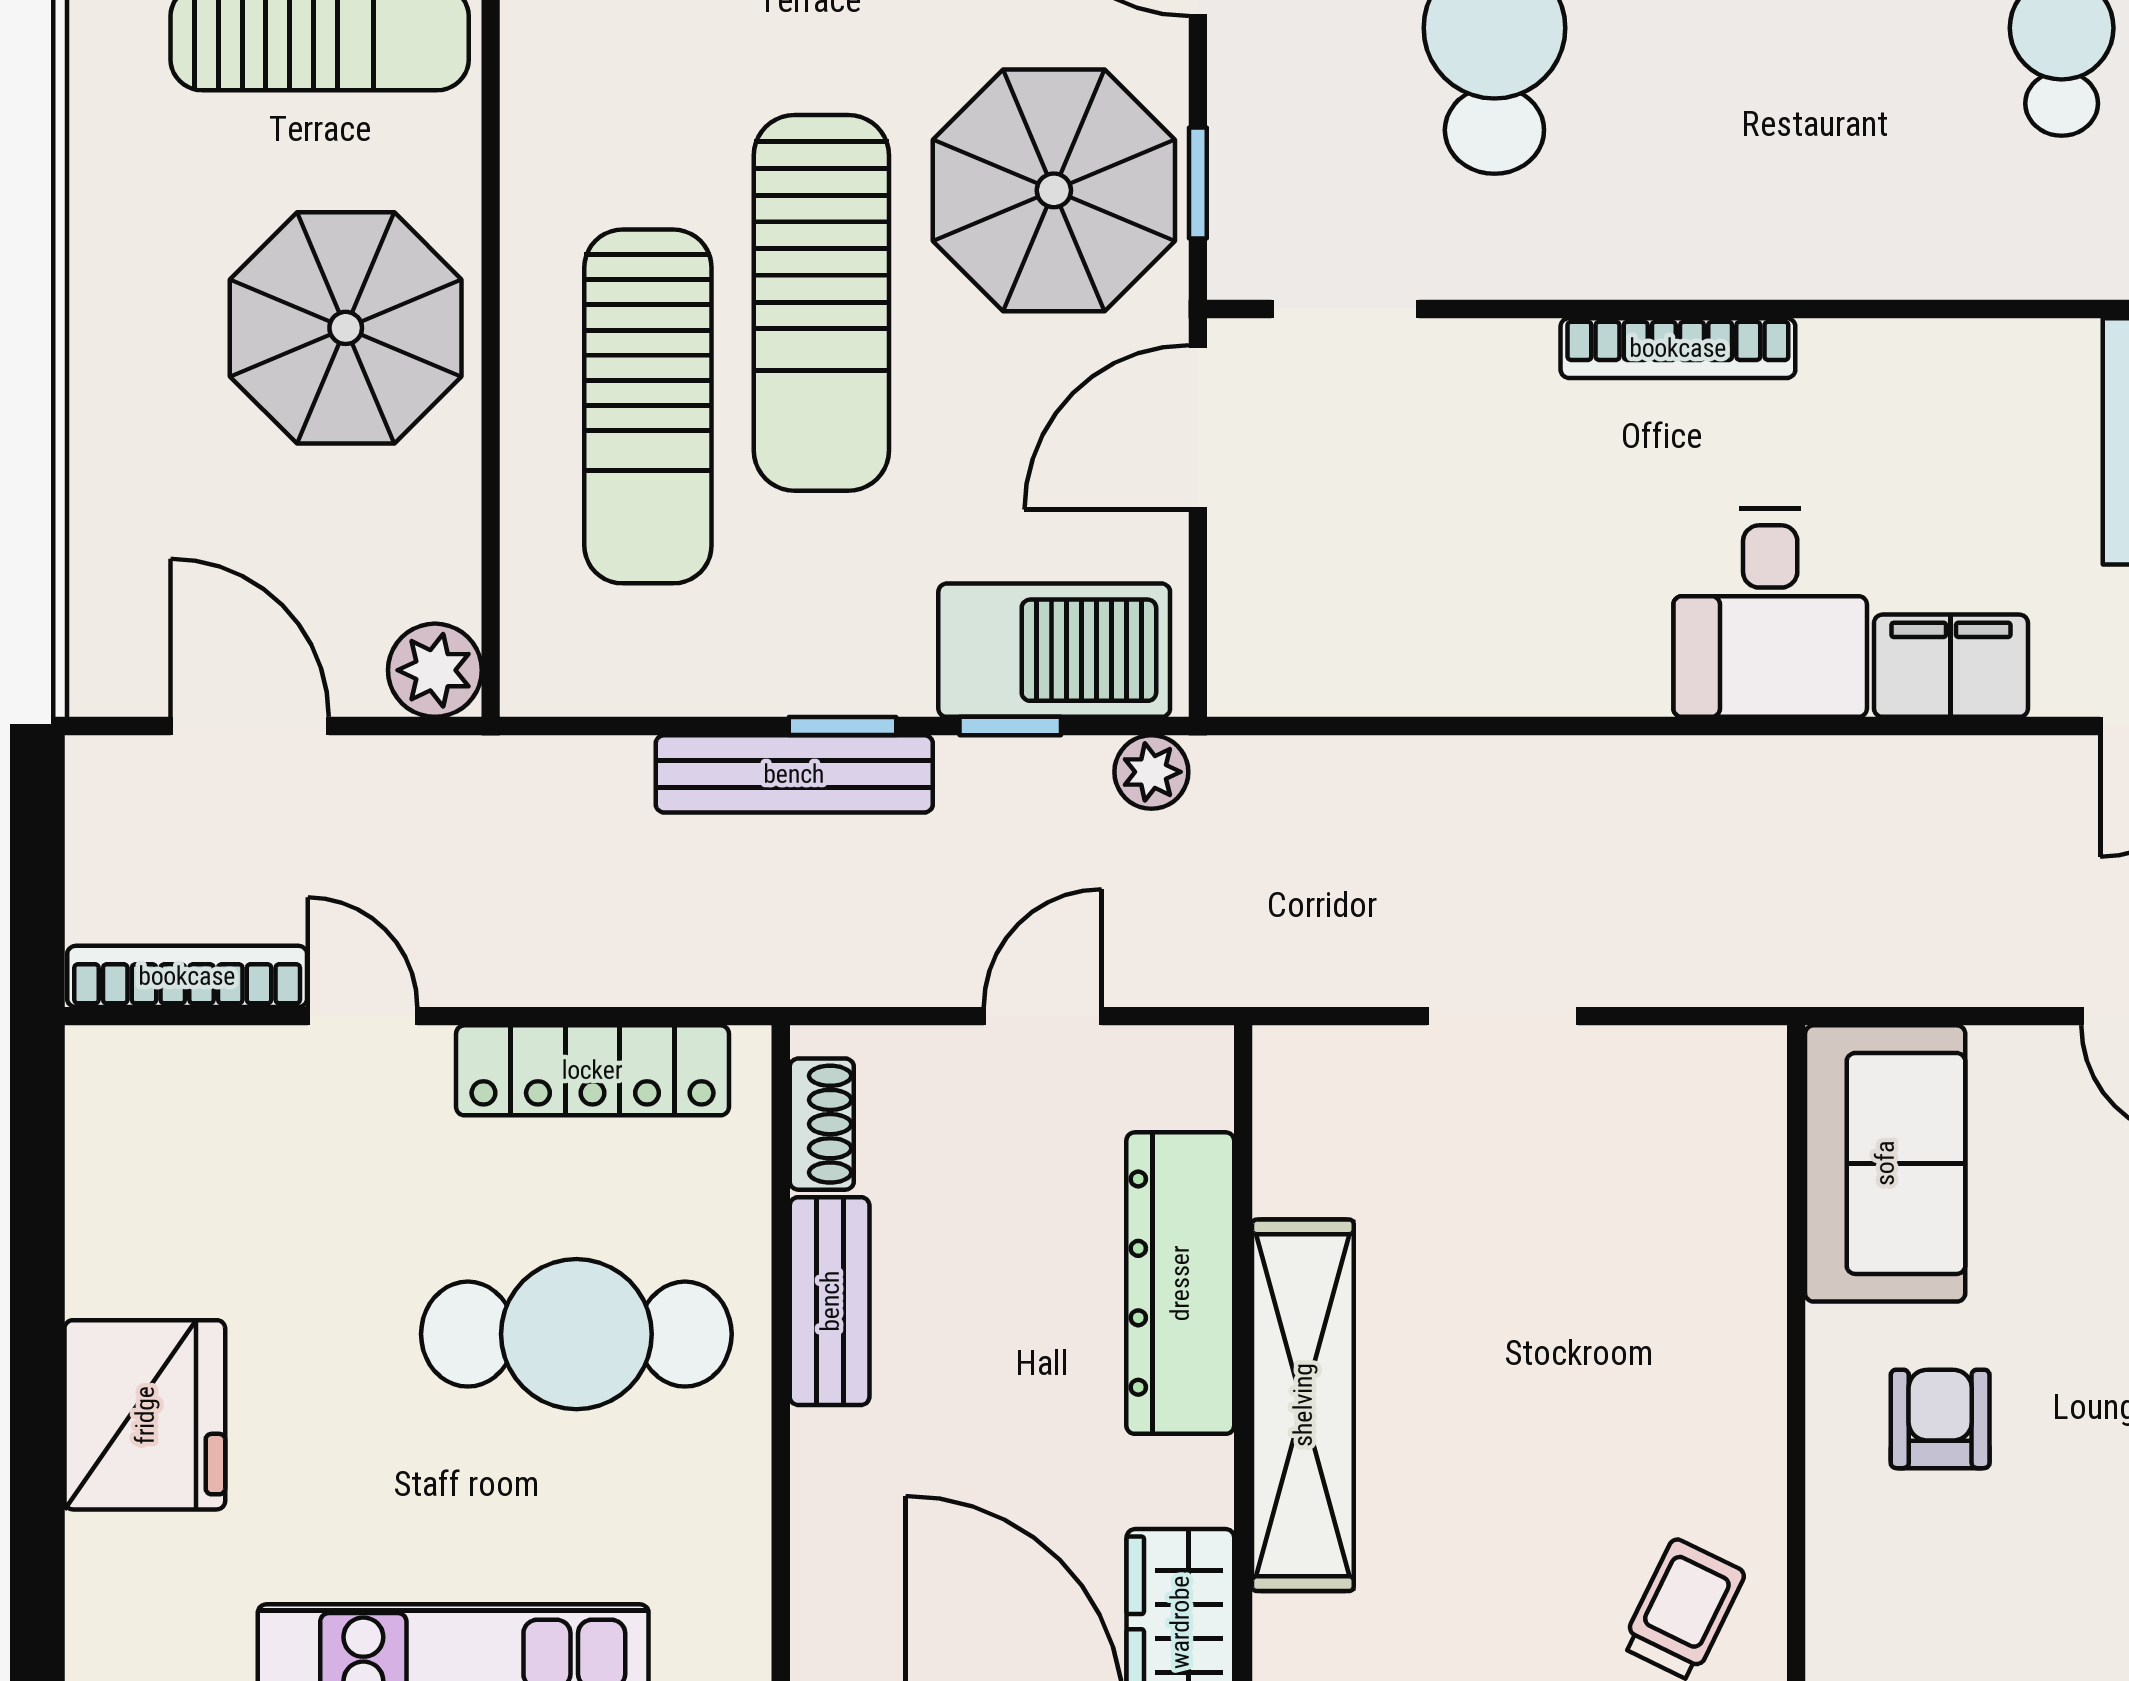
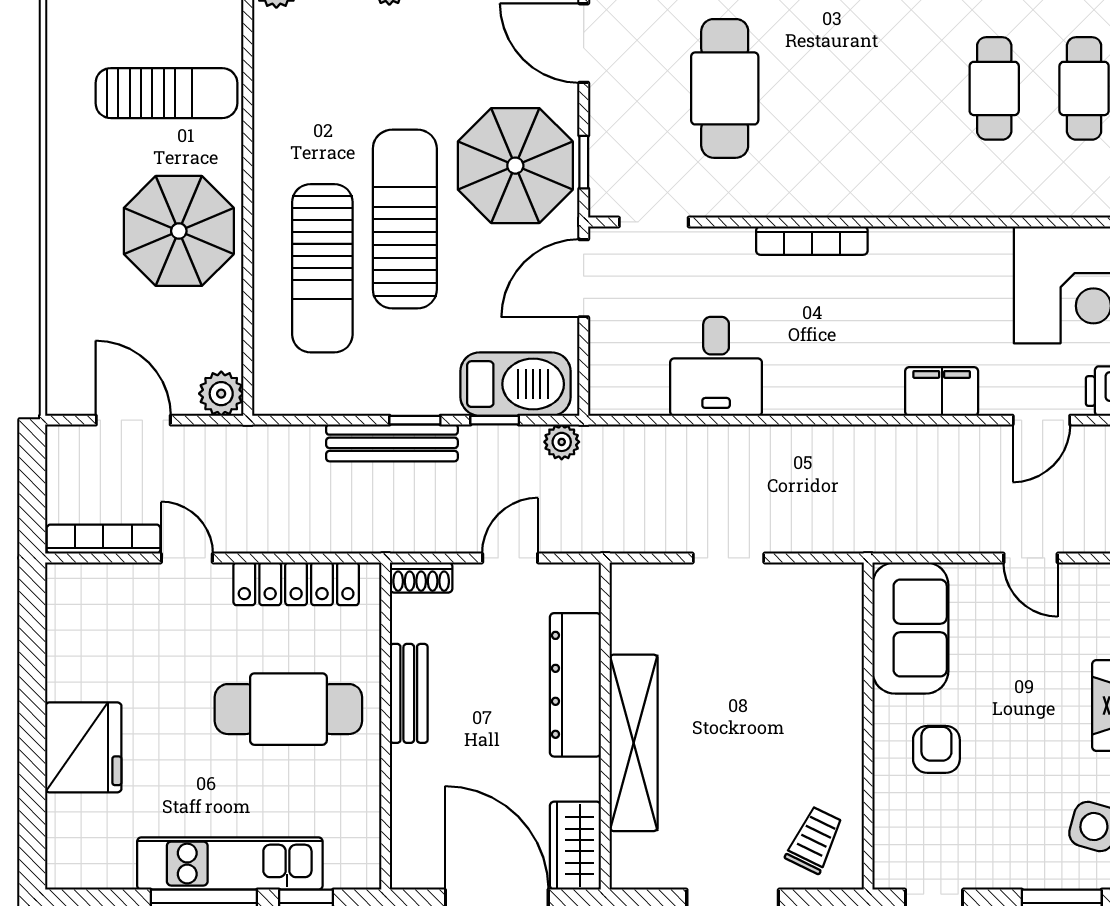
sun lounger: (821, 303) -> (405, 219), turned 180
desk: (1770, 613) -> (716, 366), moved
shoe rack: (822, 1124) -> (421, 577), moved, turned 90

